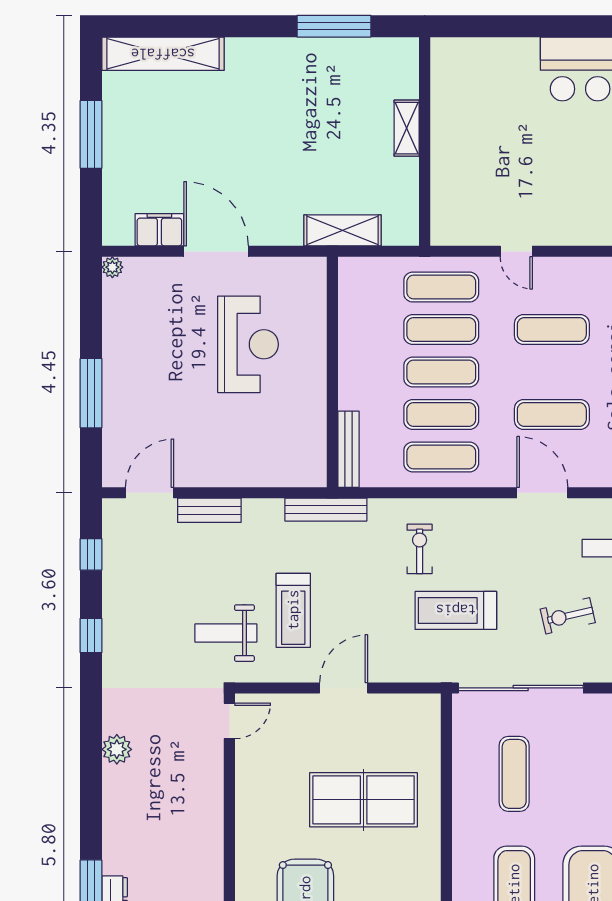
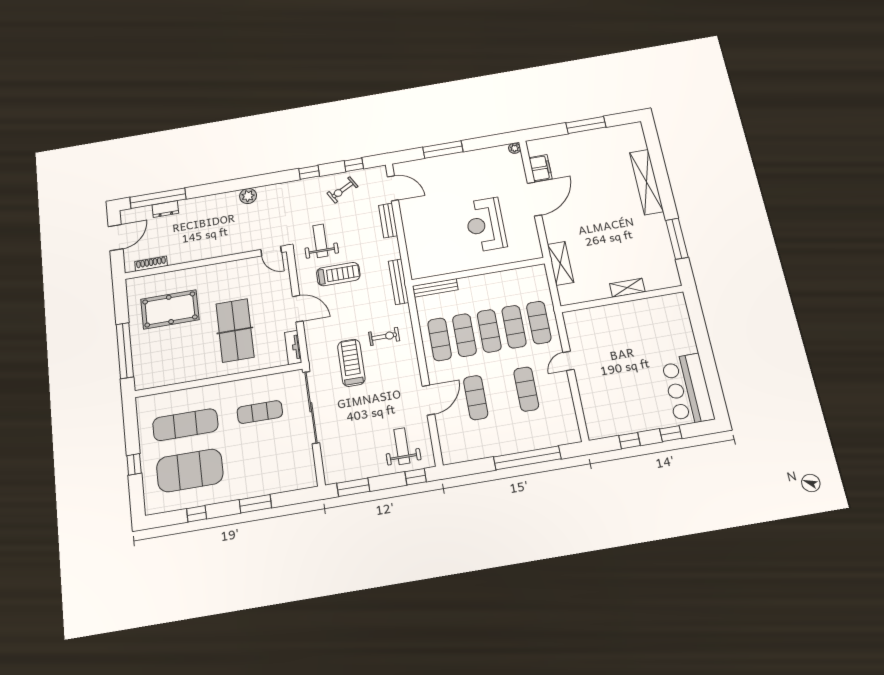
shelving: (163, 54) -> (646, 182), moved
reception desk: (248, 344) -> (485, 225), turned 90
treadmill: (293, 610) -> (338, 274), turned 180
exercise bike: (568, 616) -> (342, 190), moved, turned -106
tv unit: (412, 705) -> (293, 347), added

